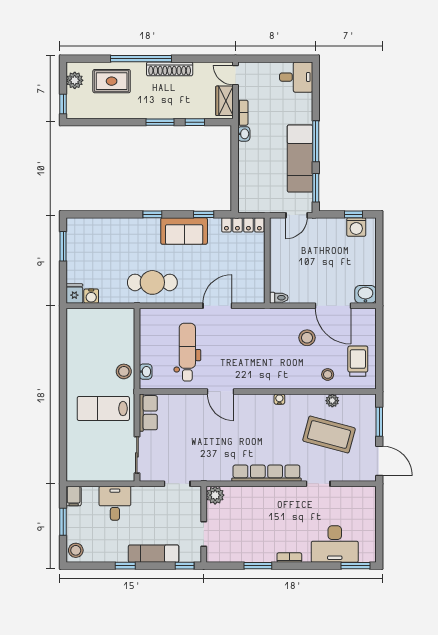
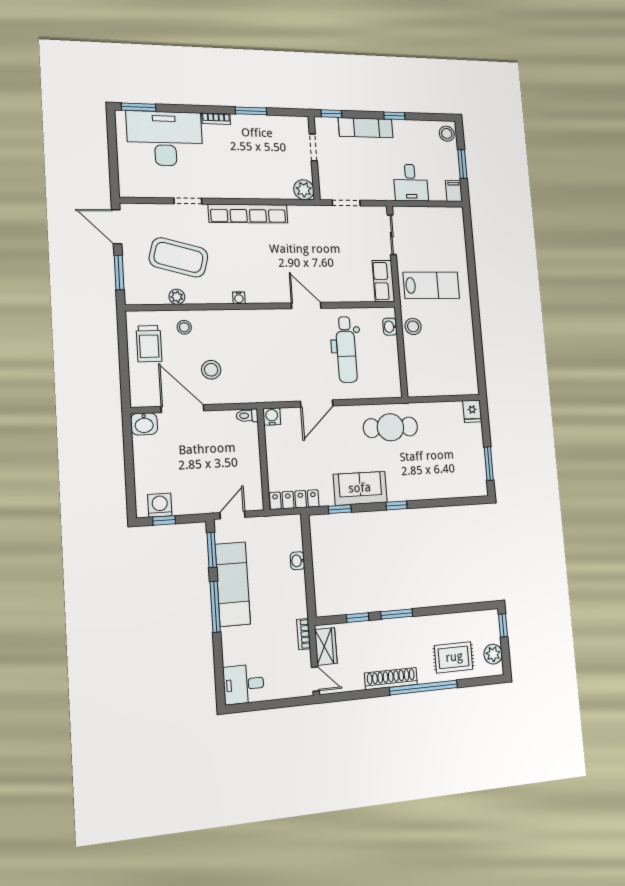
washbasin: (244, 134) -> (297, 561), moved
water cooler: (91, 296) -> (272, 417), moved
desk: (335, 544) -> (165, 138), width x1.36, depth x1.30

